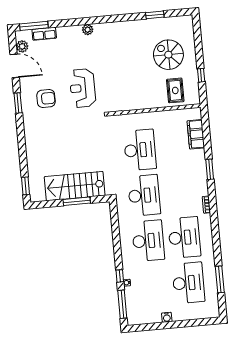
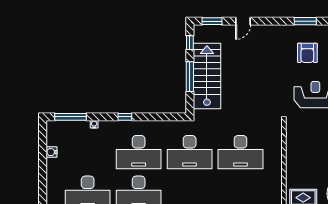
door: (23, 158) -> (243, 21), added
window: (46, 204) -> (190, 43), added
window: (120, 276) -> (125, 117), moved
water cooler: (167, 317) -> (52, 152), moved

